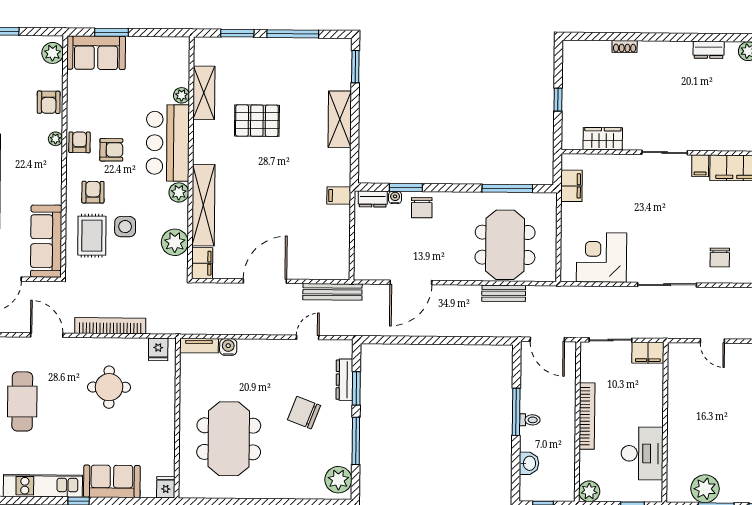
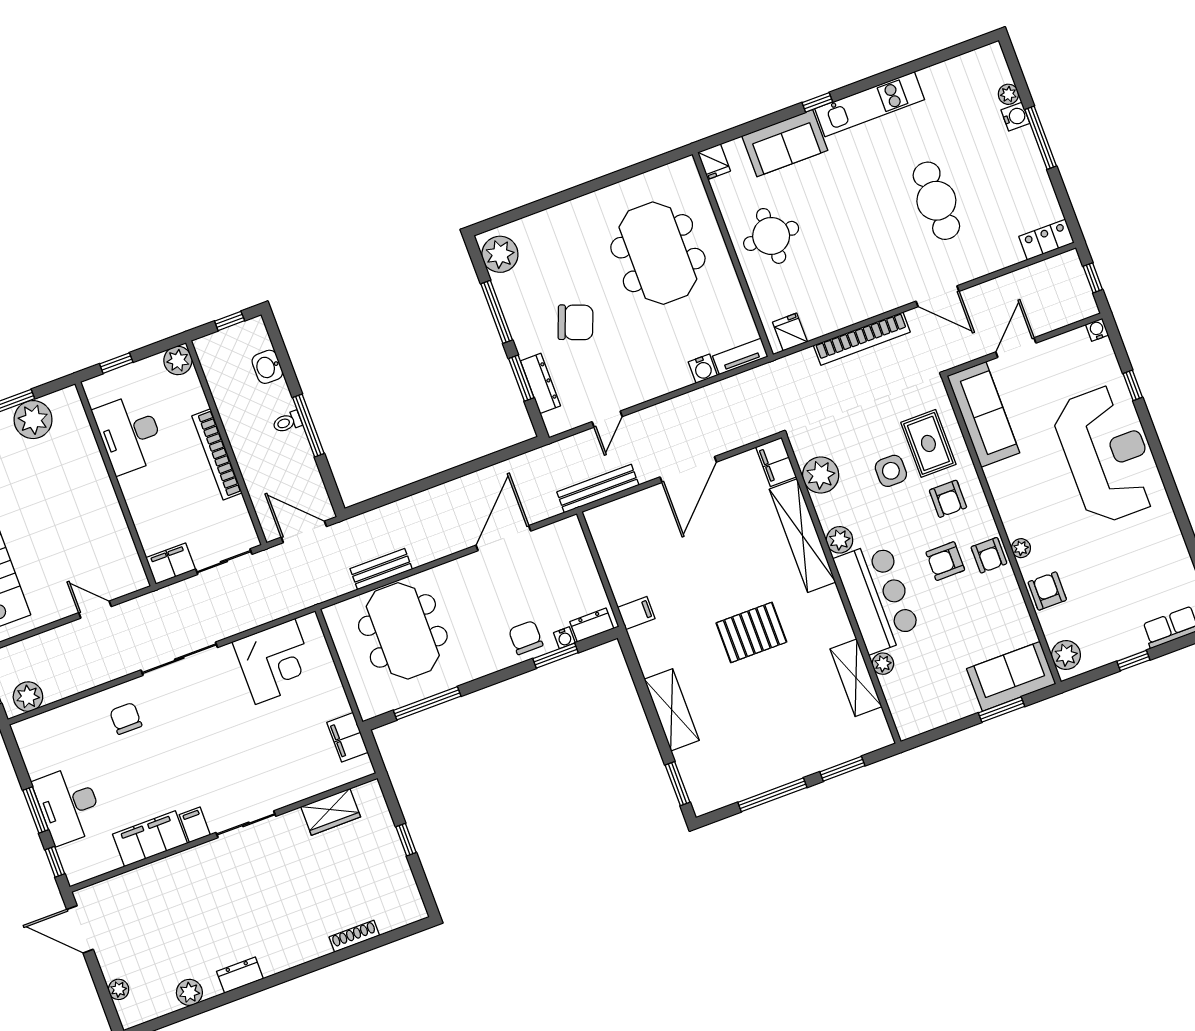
shoe rack: (625, 46) -> (354, 936), width x1.43
pallet: (257, 121) -> (751, 632), moved
round table: (109, 387) -> (771, 236), moved

